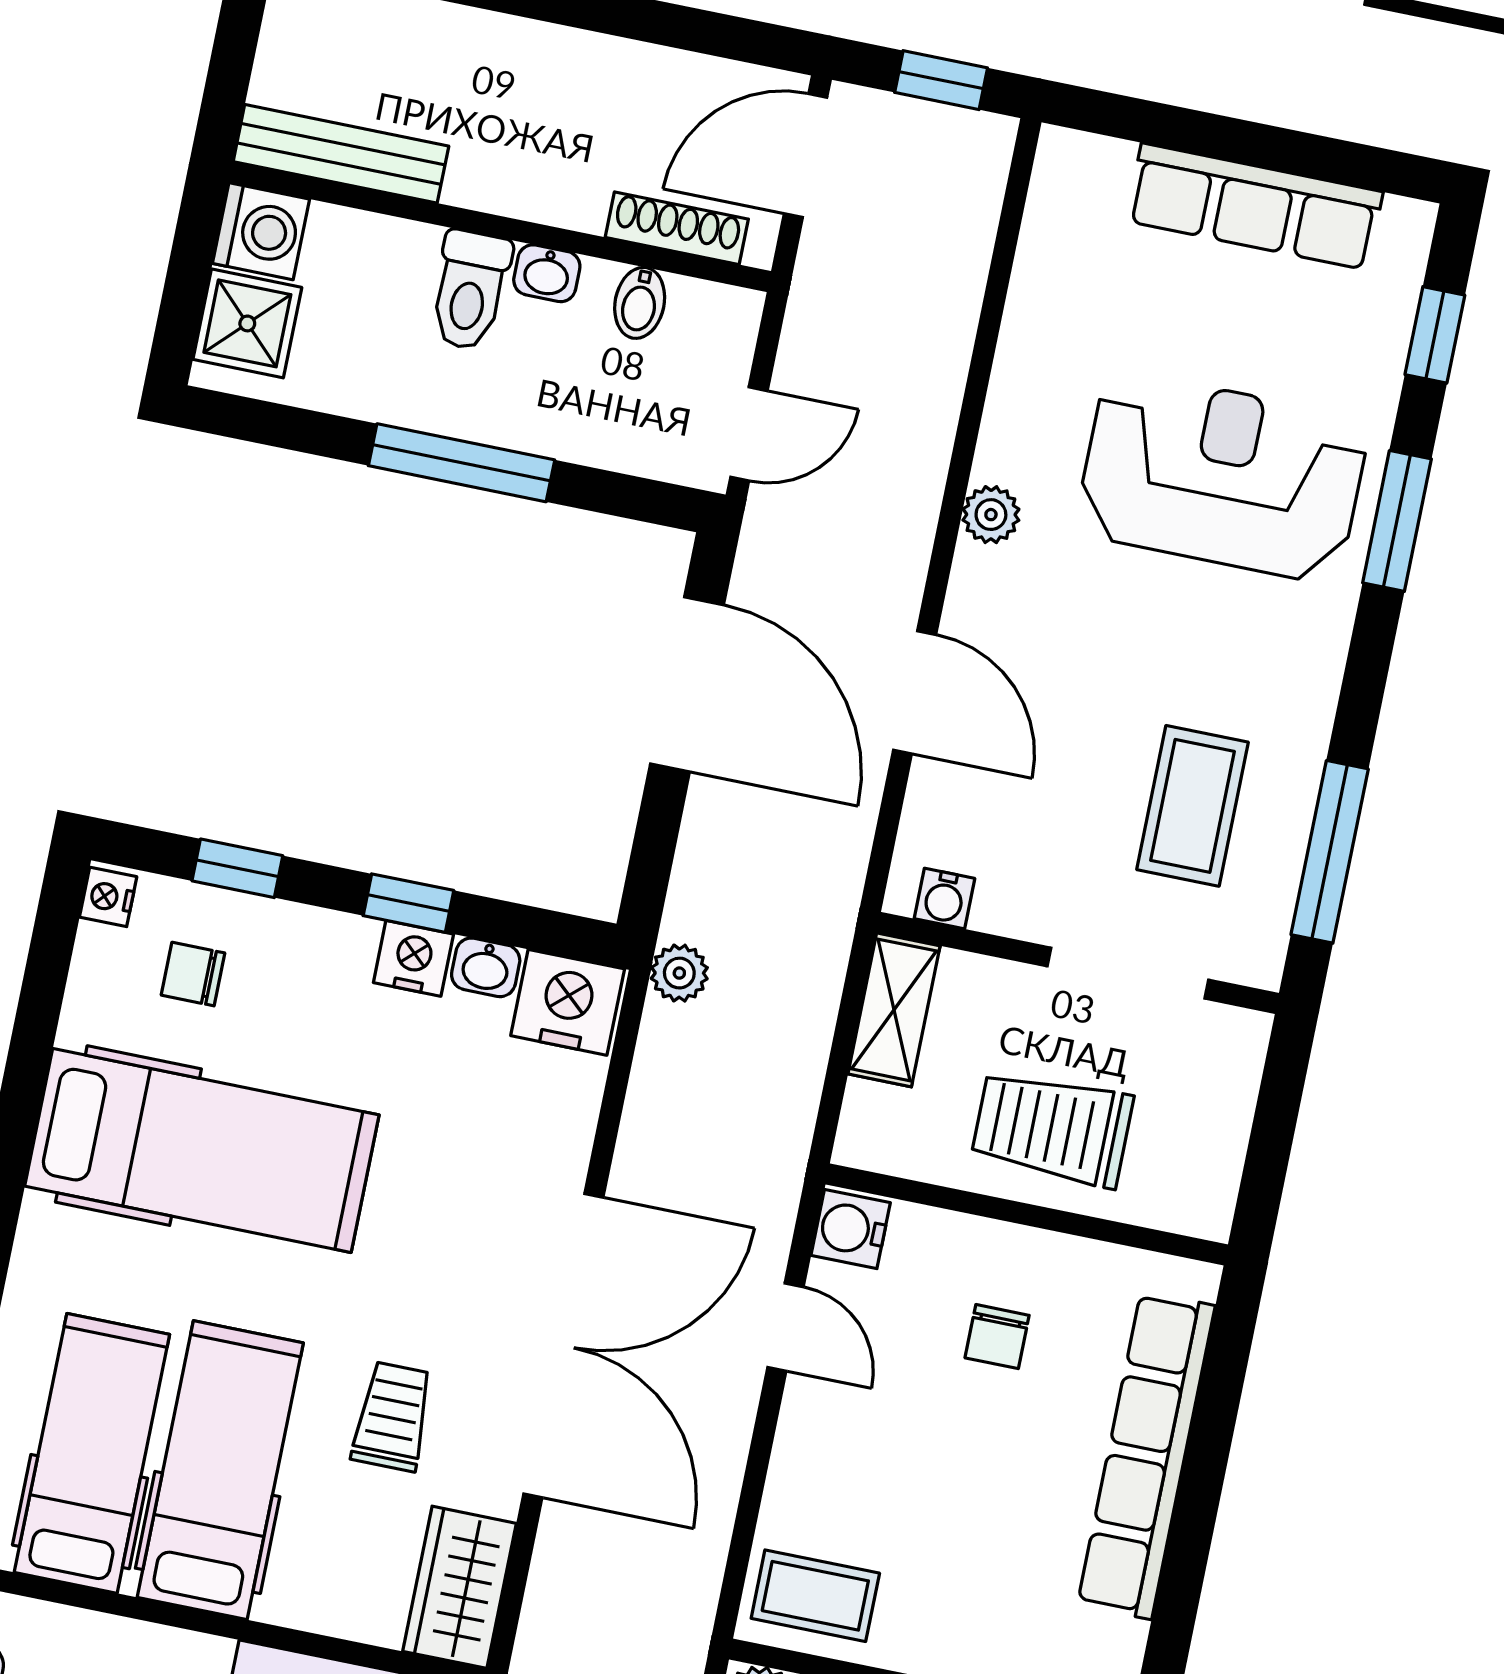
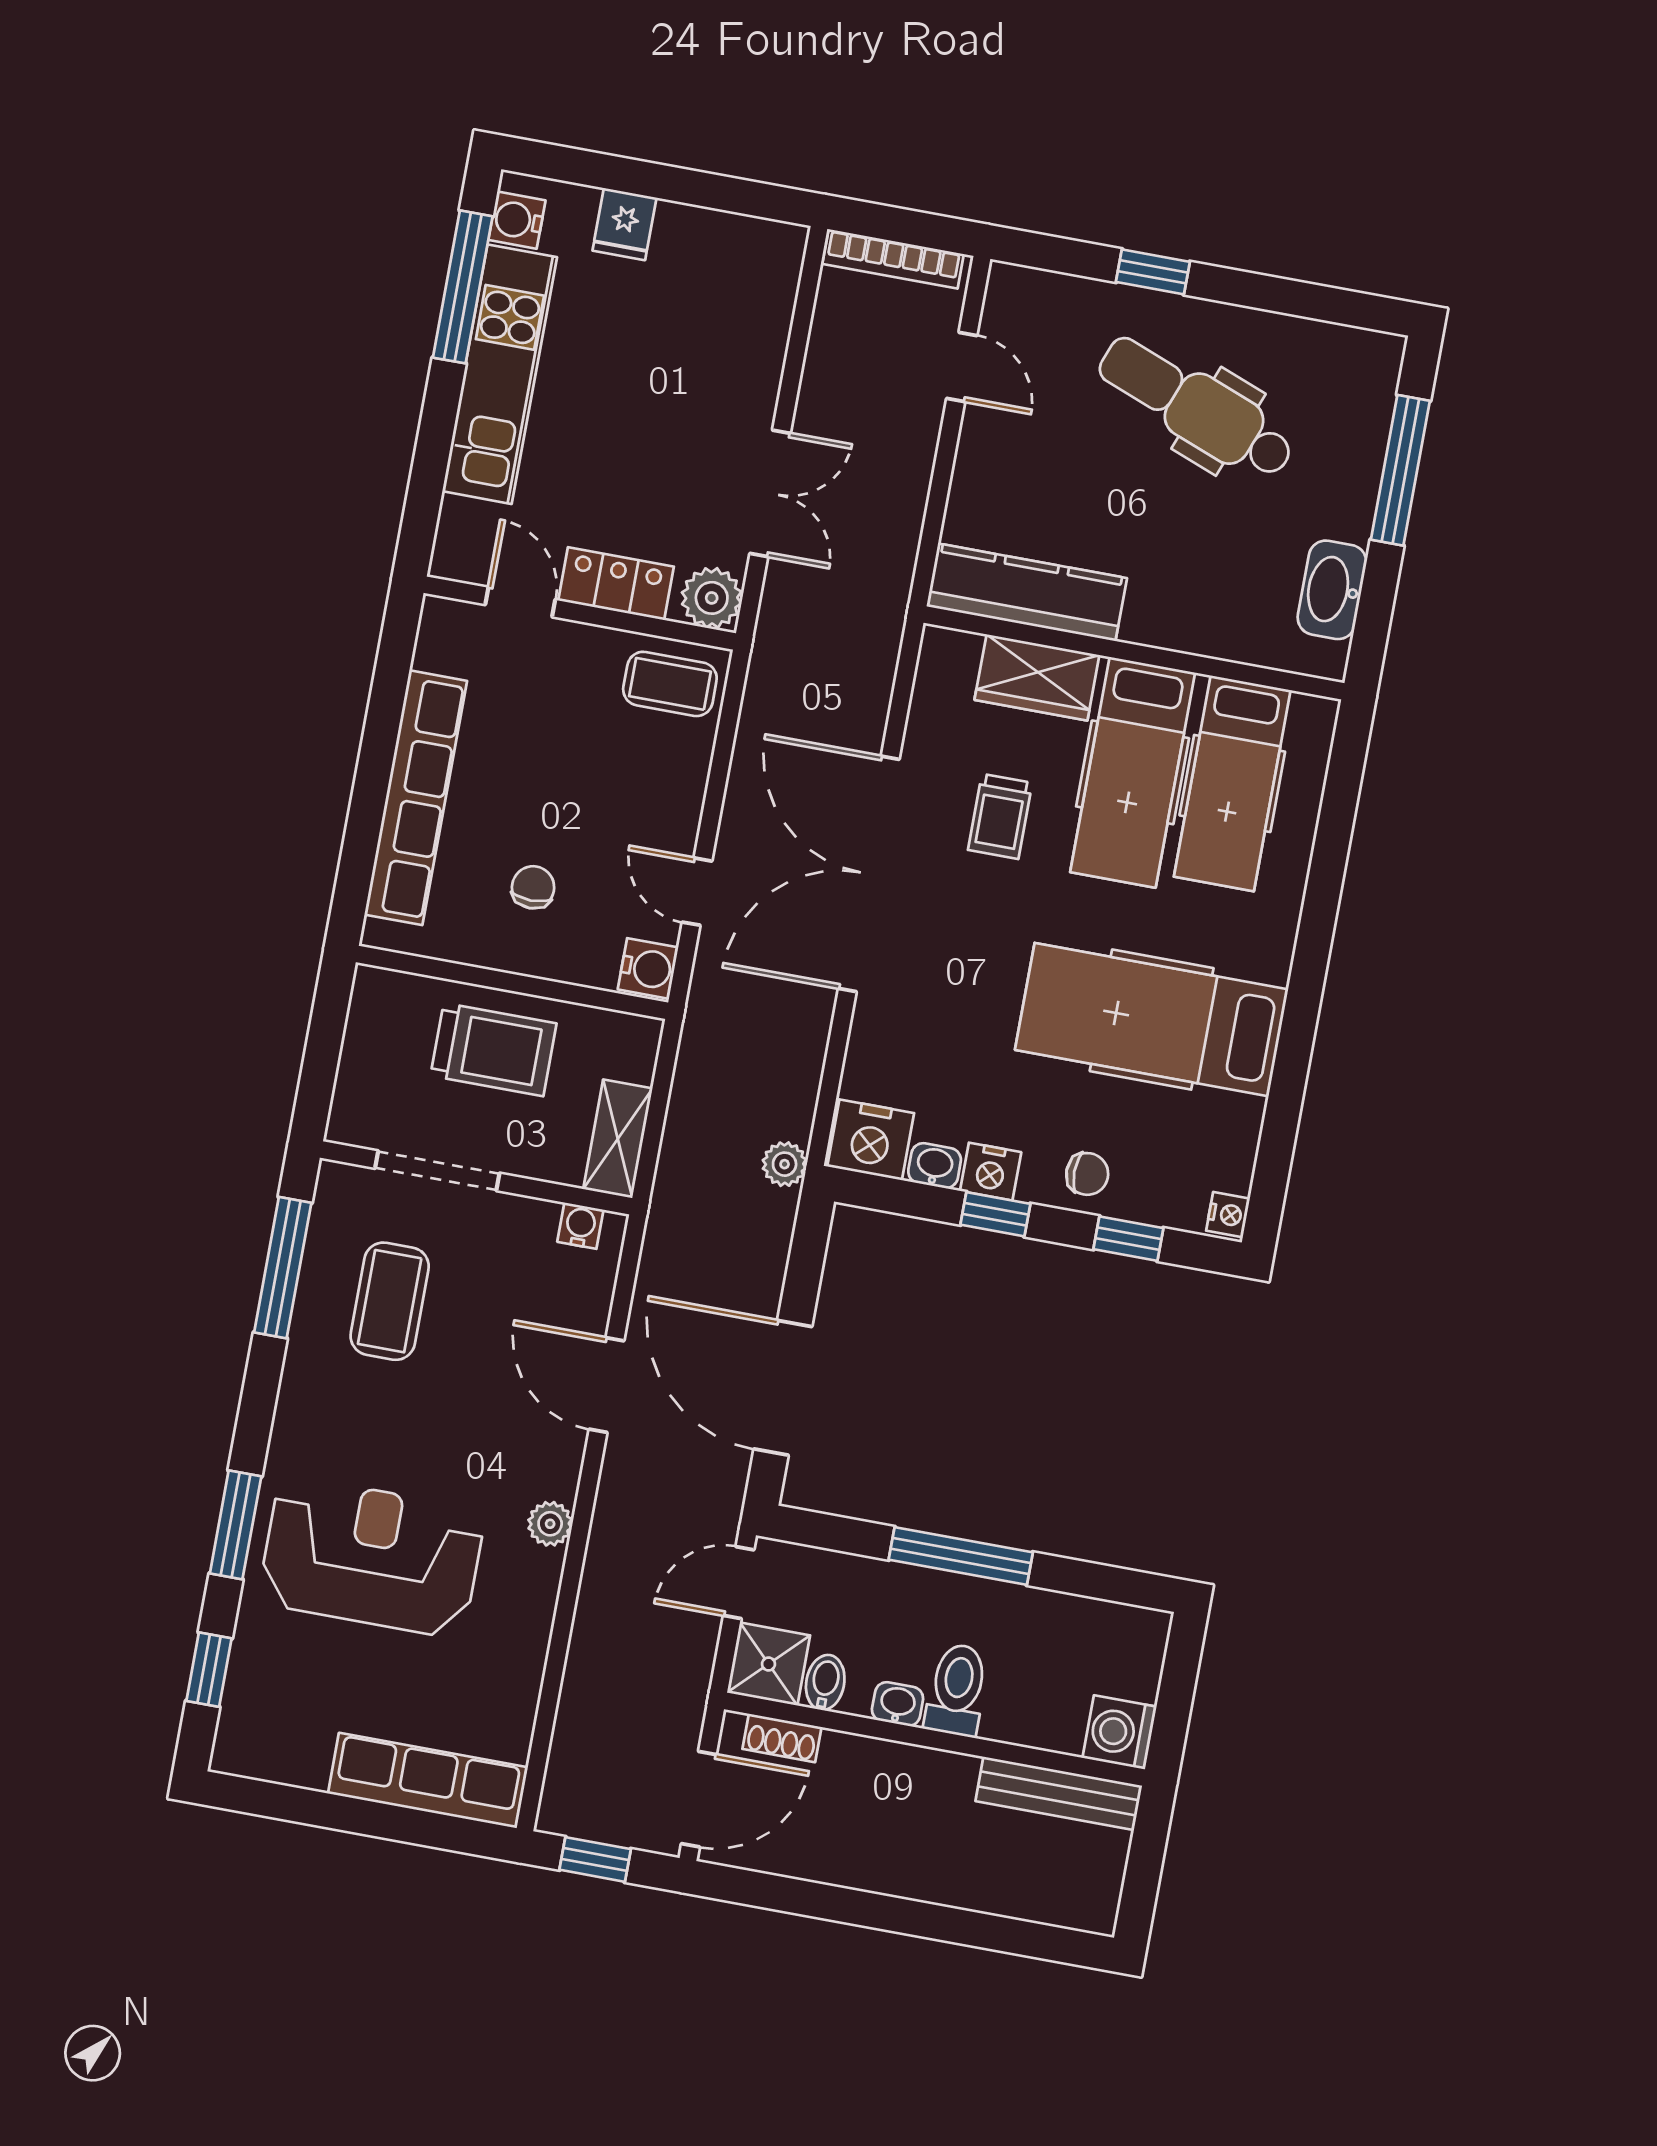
row of seats: (1254, 206) -> (427, 1780), moved
shoe rack: (677, 228) -> (782, 1738), width x0.70
shower: (247, 323) -> (769, 1664), moved
reception desk: (1222, 477) -> (372, 1557), turned 180
chair: (193, 974) -> (1087, 1174), moved
wardrobe: (459, 1587) -> (1037, 677), moved, turned 90

